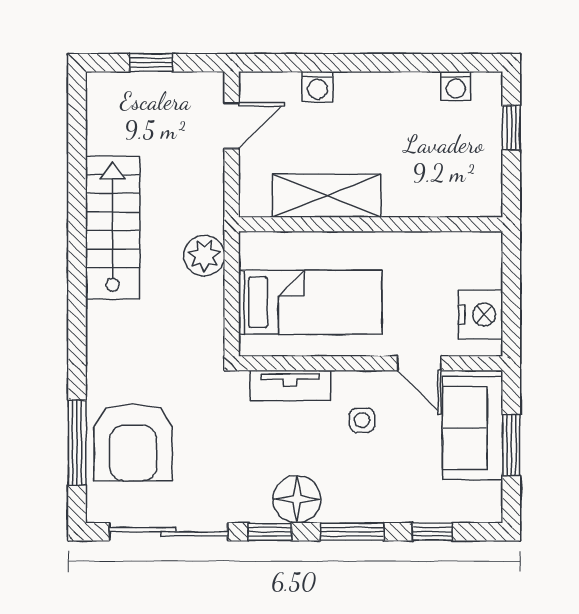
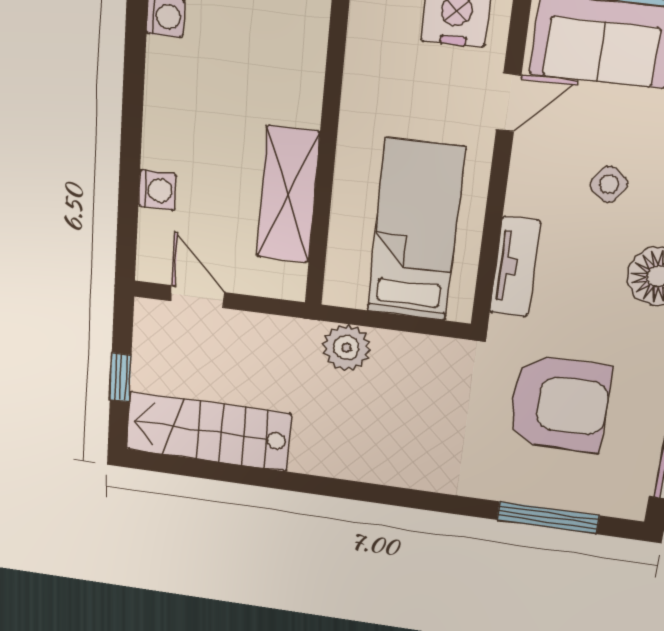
stairs: (113, 227) -> (208, 431), moved
side table: (362, 420) -> (609, 184), moved, turned 36
armchair: (133, 442) -> (559, 404), moved

